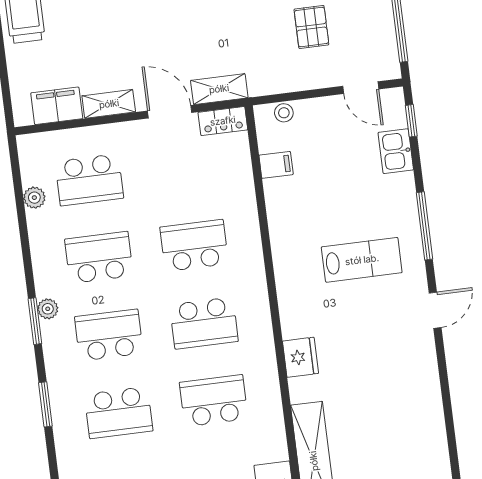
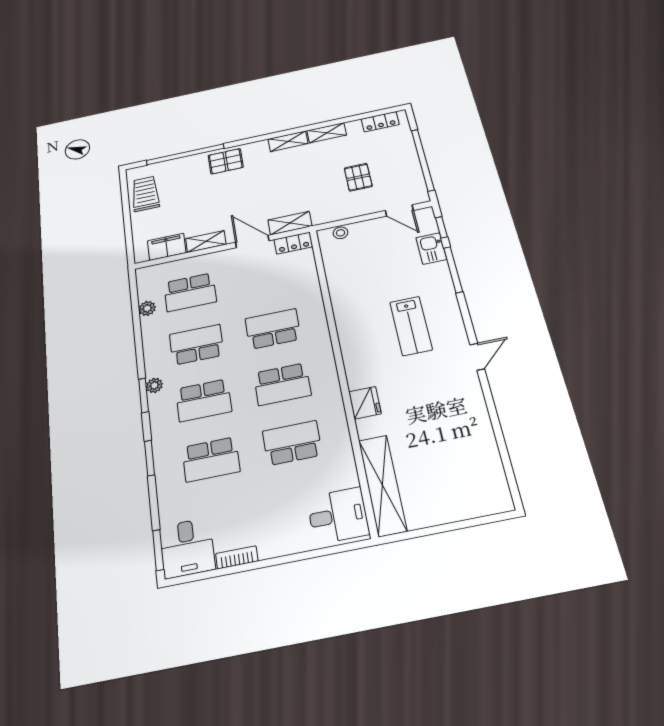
filing cabinet: (276, 165) -> (336, 267), removed
window: (425, 226) -> (453, 270), moved
lab bench: (362, 260) -> (411, 326), turned 90
school desk: (109, 335) -> (204, 400), turned 180

